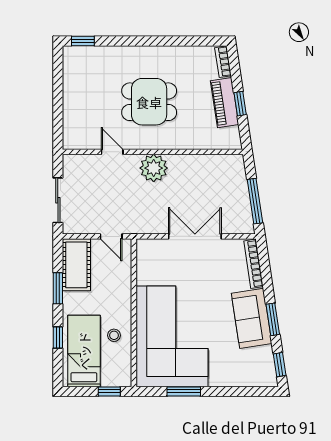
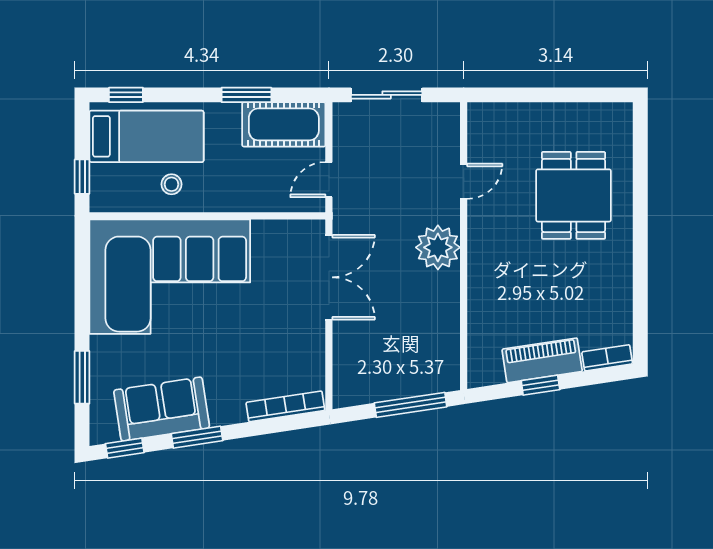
window: (83, 41) -> (640, 135), removed
dining table: (149, 102) -> (574, 195), moved
window: (255, 201) -> (411, 405), moved
double door: (195, 236) -> (329, 277), moved
sofa: (252, 318) -> (162, 409), moved
window: (58, 338) -> (126, 95), moved
window: (184, 391) -> (82, 377), moved

